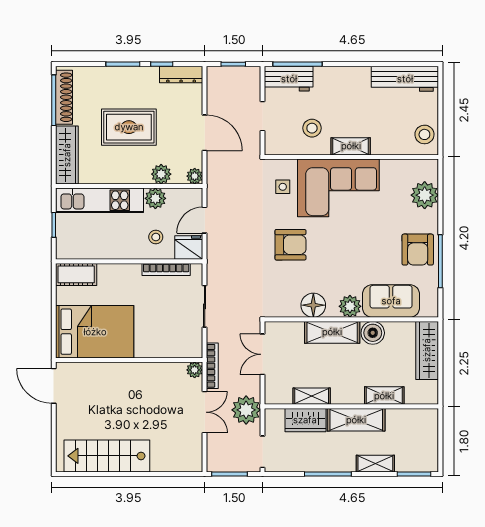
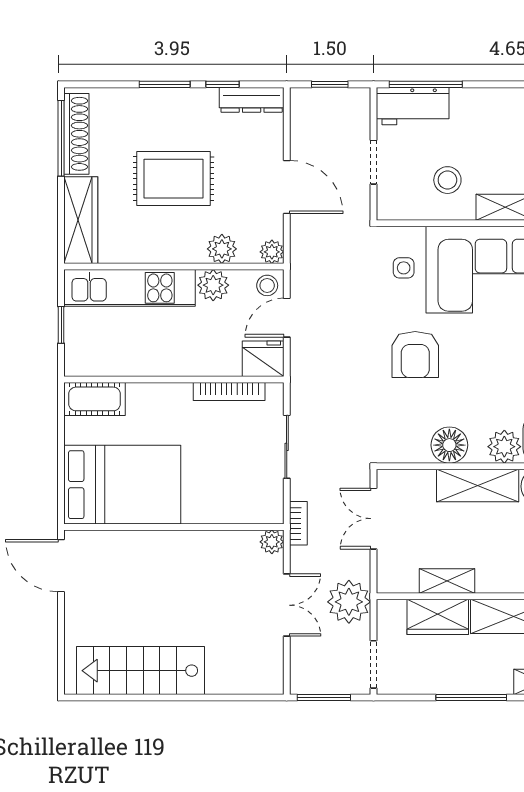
stool: (156, 237) -> (267, 285), moved
armchair: (290, 245) -> (415, 355), turned 90
bookcase: (212, 366) -> (298, 523), width x0.64

